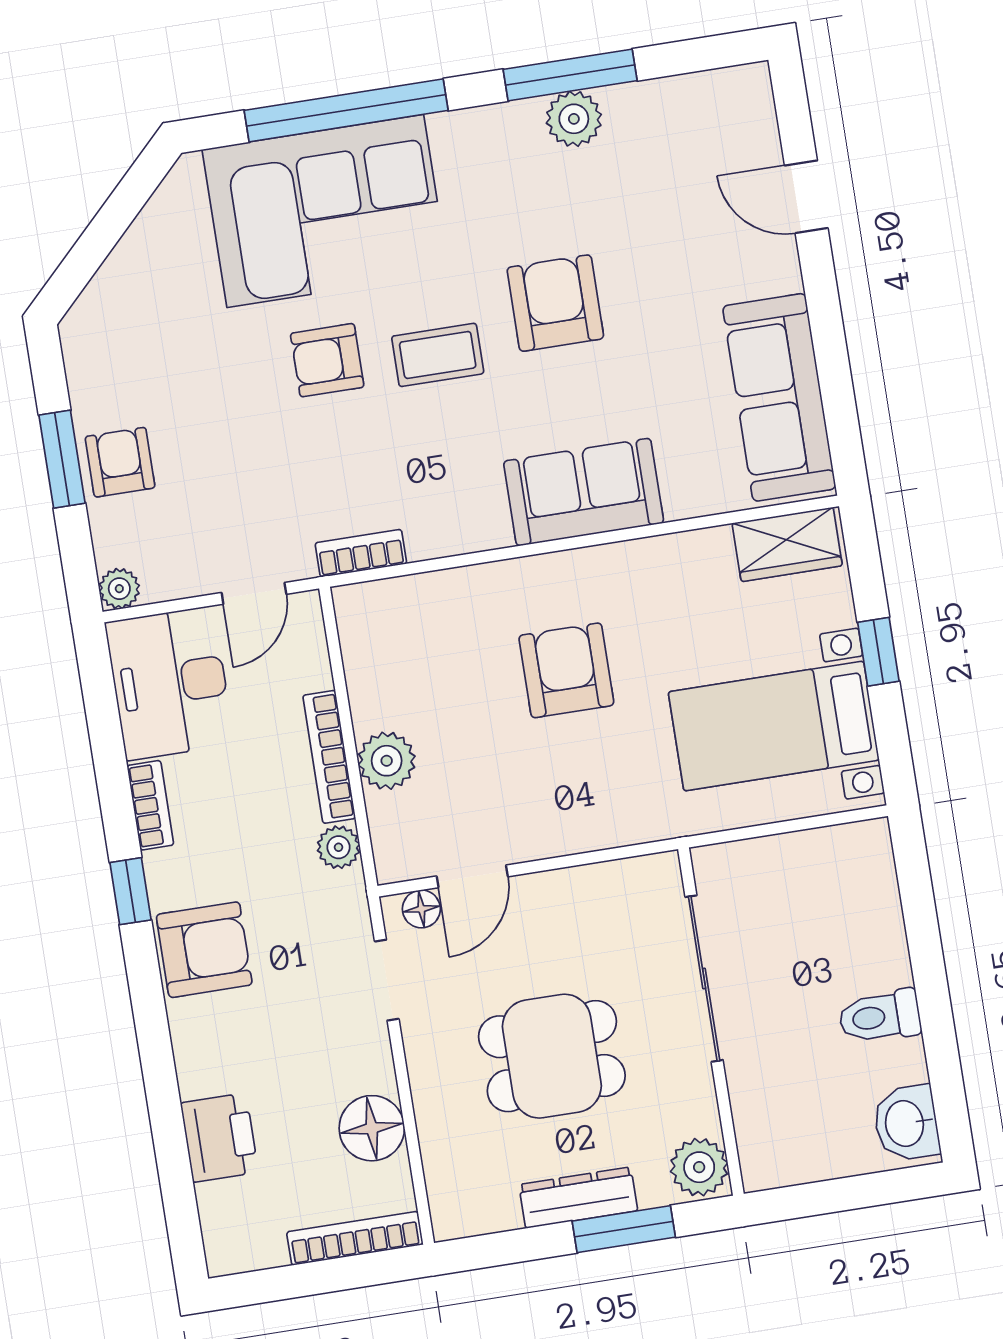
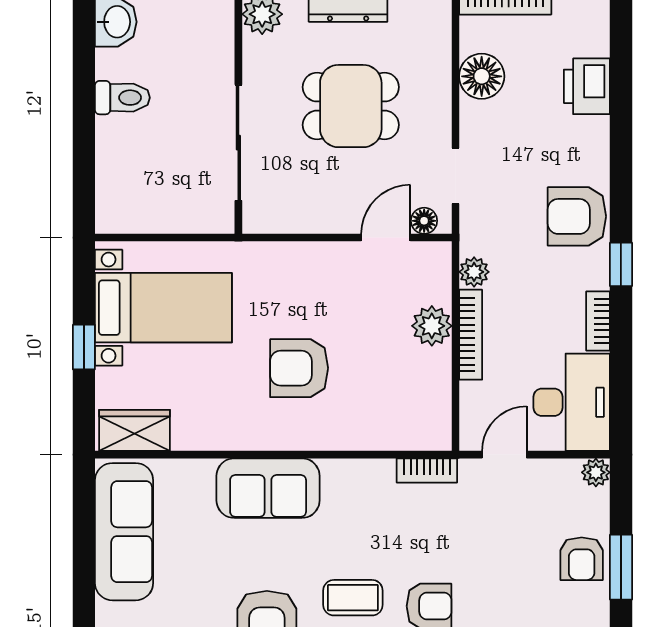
armchair: (566, 670) -> (299, 368), turned 90

